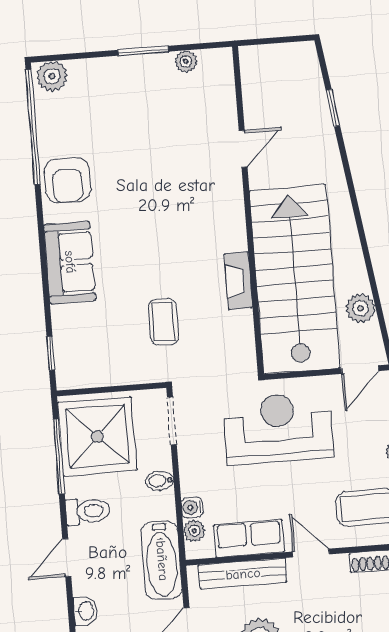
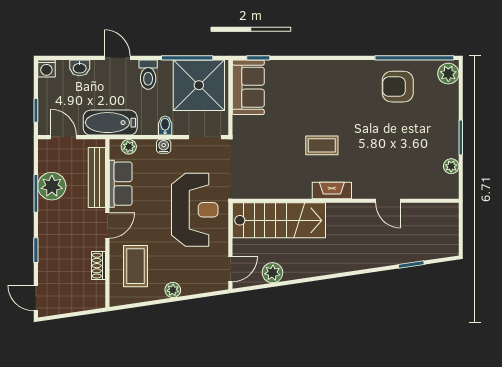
armchair: (68, 180) -> (398, 87), moved
sofa: (70, 262) -> (248, 87), moved, turned -90
stairs: (295, 279) -> (279, 220), width x0.73, depth x0.66
fireplace: (238, 281) -> (332, 190), moved
coffee table: (164, 322) -> (322, 145), moved
door: (360, 370) -> (230, 269), swing flipped
water cooler: (192, 507) -> (164, 146), moved

